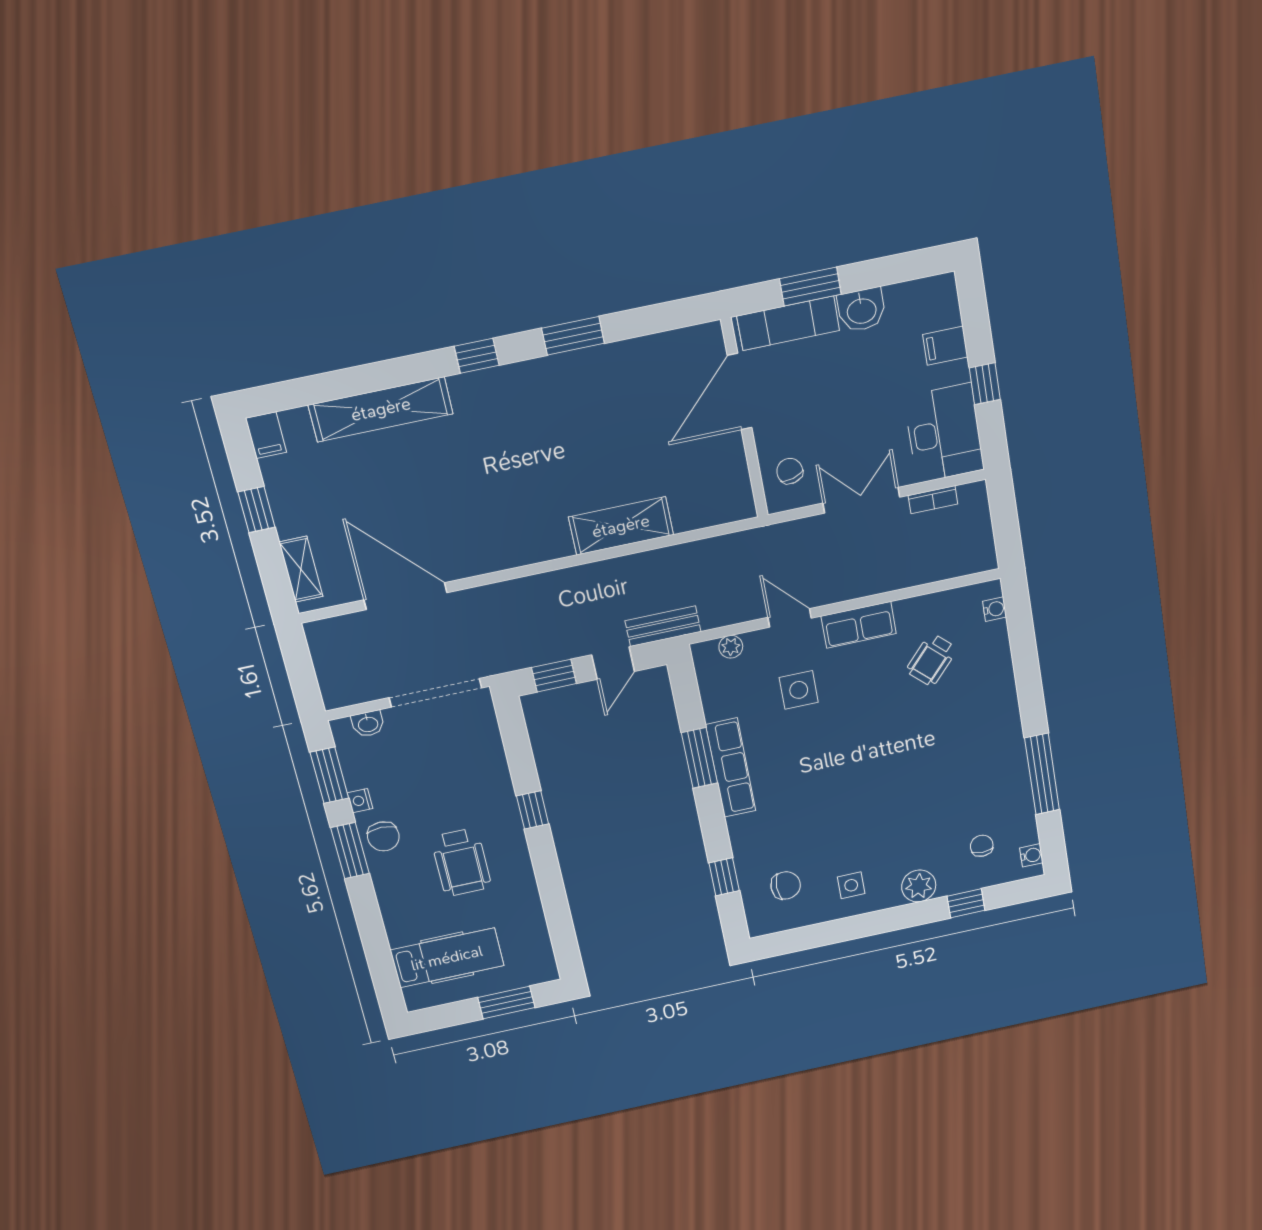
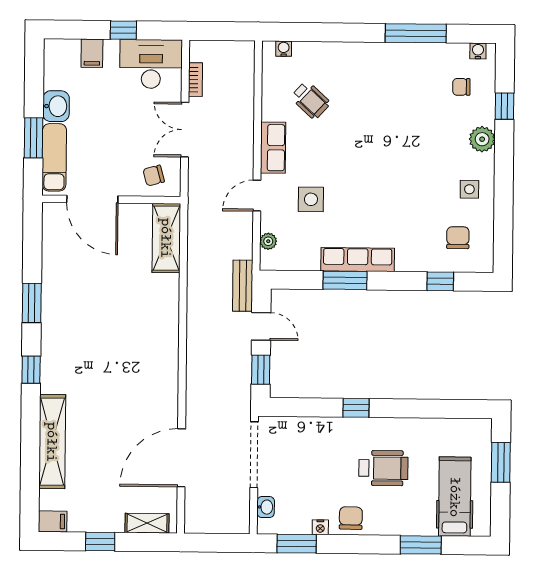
shelving: (621, 526) -> (166, 238), moved
chair: (383, 836) -> (351, 518), turned -89
window: (350, 851) -> (421, 545), moved

